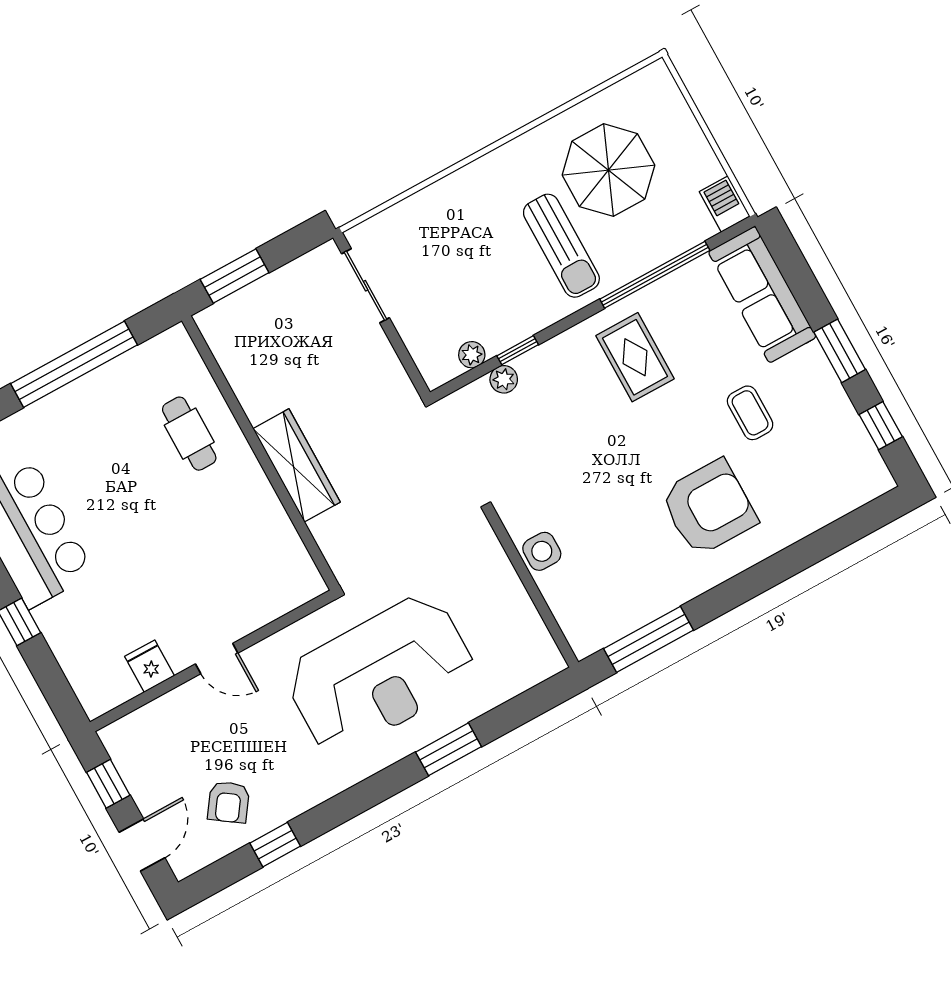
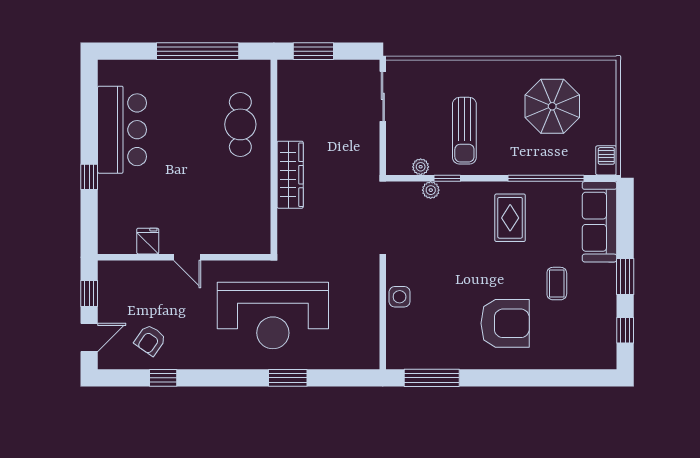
sun lounger: (561, 246) -> (464, 131), moved
cafe table: (189, 434) -> (240, 124), width x1.37, depth x1.35

